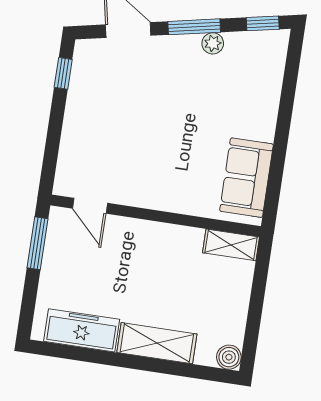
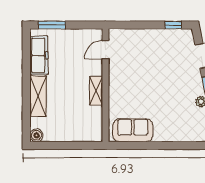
window: (38, 243) -> (52, 25), moved
shelving: (231, 245) -> (96, 91), moved

